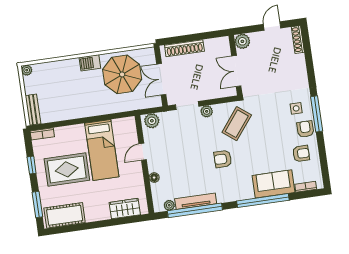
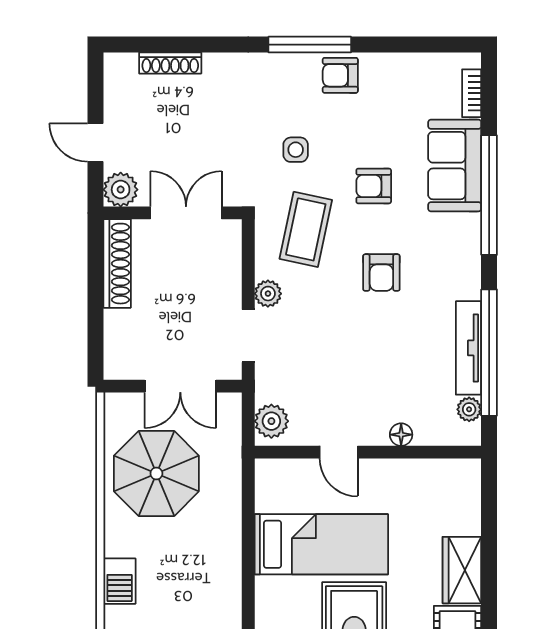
door: (272, 26) -> (96, 143), moved
shoe rack: (298, 39) -> (170, 63), moved
shoe rack: (184, 48) -> (117, 264), moved
barbecue: (90, 63) -> (120, 581), moved
double door: (236, 71) -> (186, 213), swing flipped
side table: (296, 108) -> (296, 150), moved
coffee table: (237, 124) -> (306, 229), turned 64
armchair: (301, 154) -> (374, 186), moved, turned -90
wardrobe: (125, 209) -> (462, 570), moved

